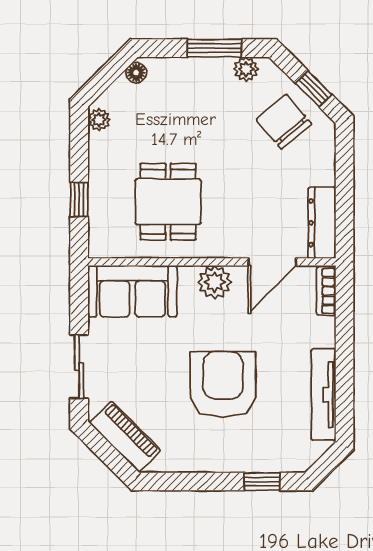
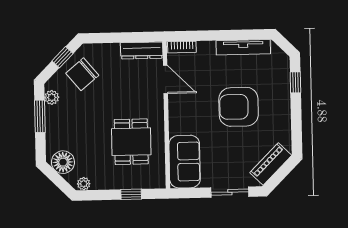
floor lamp: (136, 73) -> (63, 162), width x1.89, depth x1.89
dining table: (168, 202) -> (131, 142), turned 90
plant: (215, 282) -> (178, 113), removed

